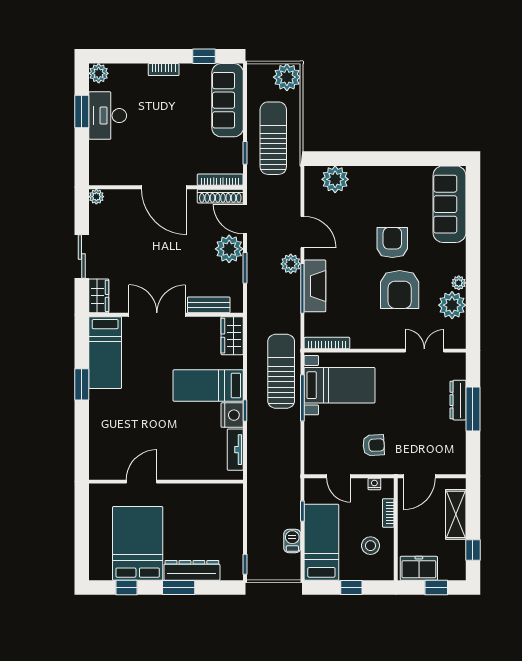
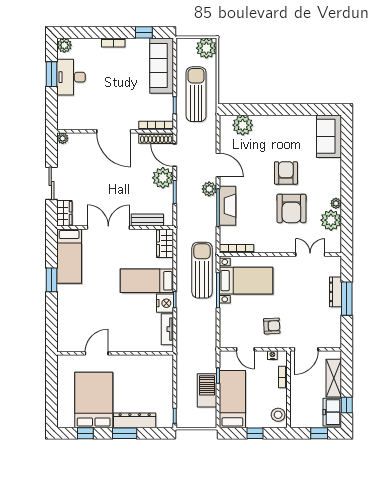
sofa: (449, 204) -> (329, 136), width x0.73
barbecue: (292, 541) -> (207, 390), width x1.88, depth x1.53
stool: (370, 546) -> (278, 415), moved
freezer: (419, 568) -> (332, 412), moved, turned -90

